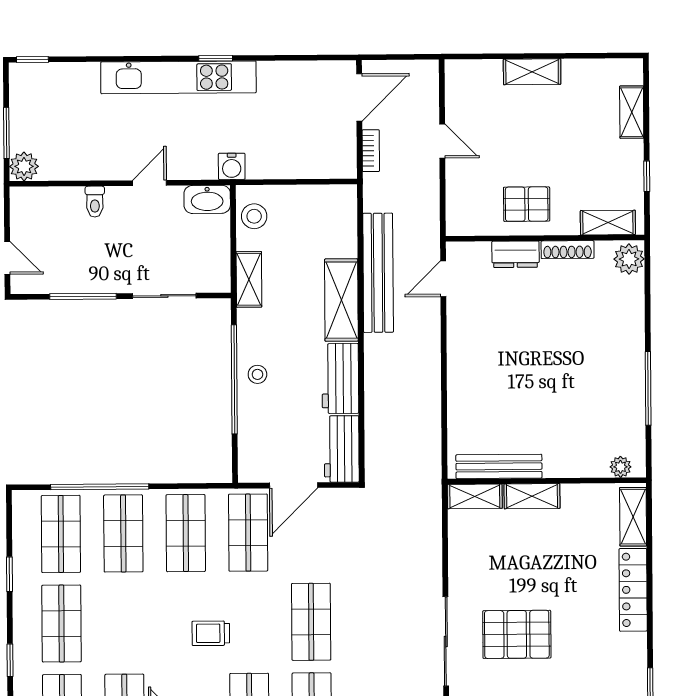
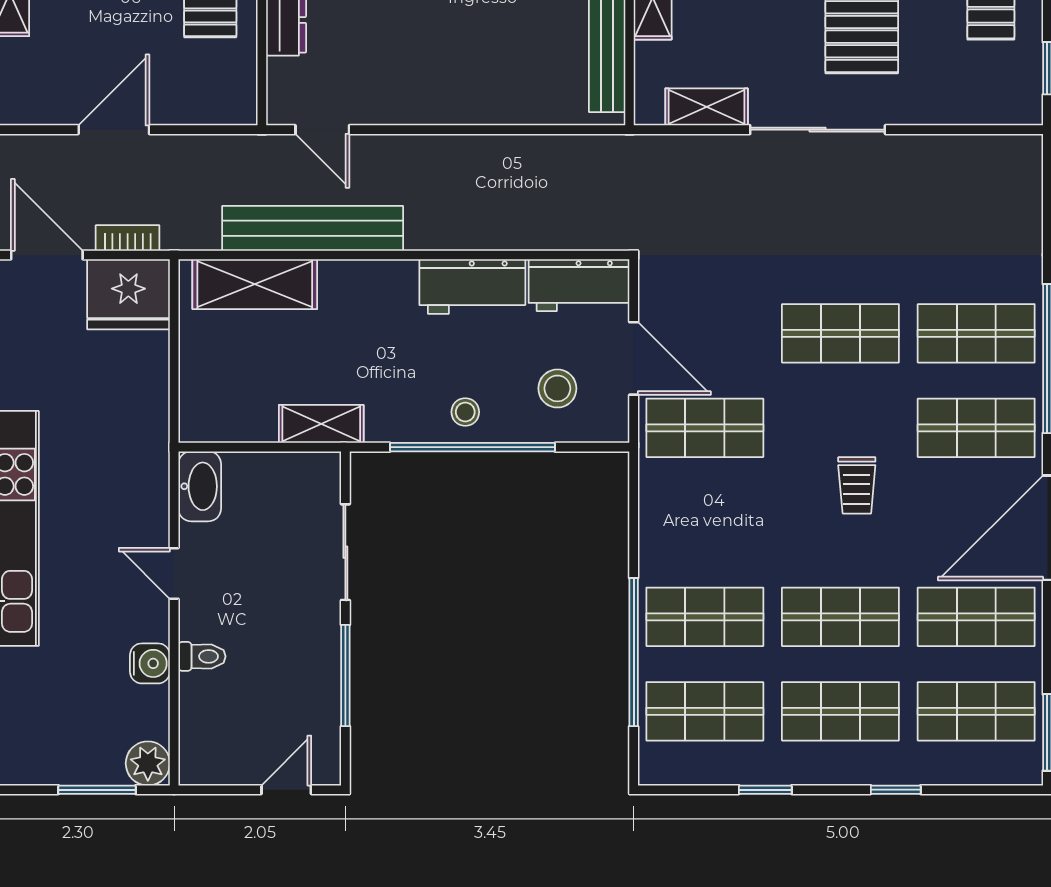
door: (442, 141) -> (114, 130), width x1.38
fridge: (334, 151) -> (128, 294), added
water cooler: (232, 166) -> (150, 663), moved
stool: (254, 216) -> (557, 388), moved
shelving: (341, 300) -> (255, 284), moved
shelving: (475, 496) -> (707, 107), moved, turned 90
shop shelf: (186, 533) -> (840, 617), moved
sliding door: (446, 641) -> (818, 130), moved

